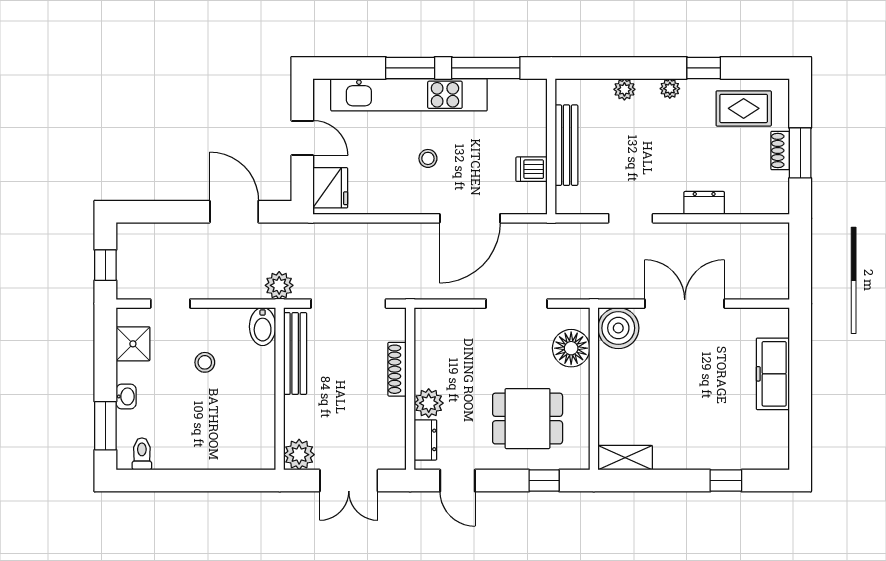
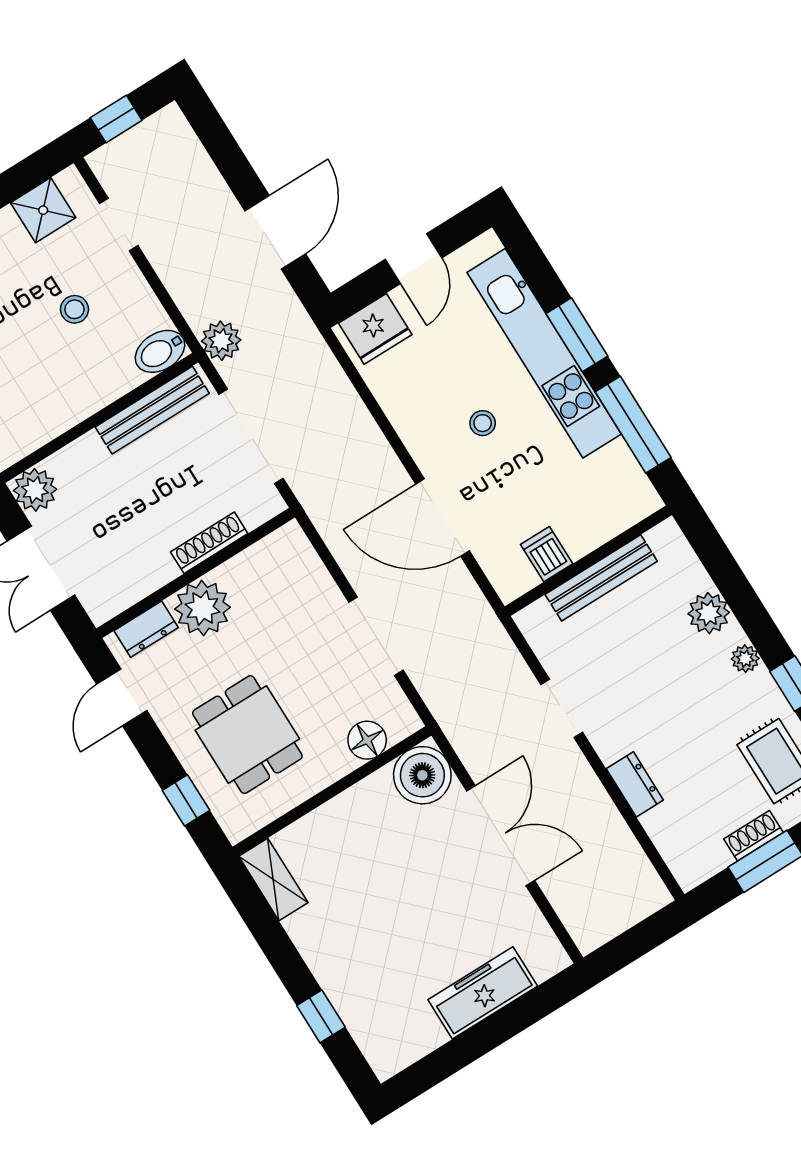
plant: (624, 89) -> (709, 613), width x1.38, depth x1.38
floor lamp: (571, 348) -> (367, 740), width x0.73, depth x0.73
plant: (429, 403) -> (203, 608), width x1.36, depth x1.36

